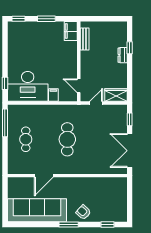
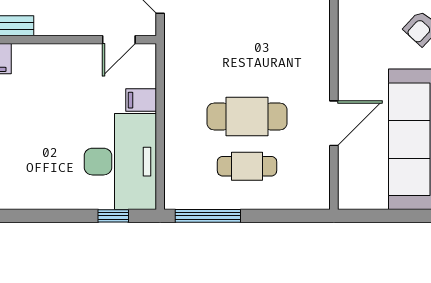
cafe table: (67, 139) -> (247, 117), moved
door: (44, 176) -> (334, 123), hinge flipped

